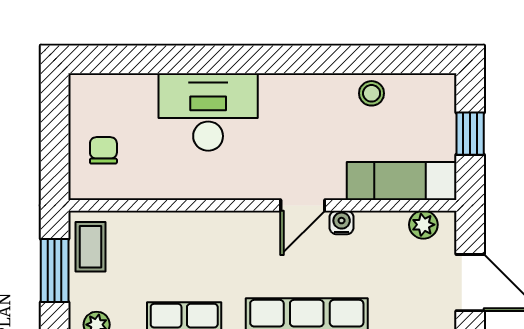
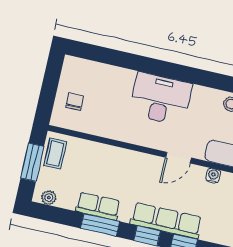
desk: (208, 112) -> (161, 99), moved
water cooler: (342, 222) -> (213, 176), moved

